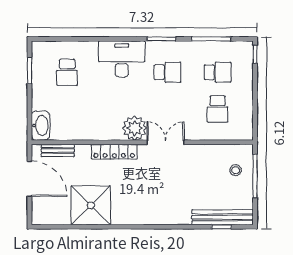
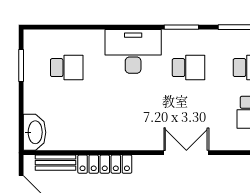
school desk: (67, 72) -> (67, 68), turned -90
plant: (135, 128) -> (149, 135), removed
locker: (114, 152) -> (105, 164), moved

